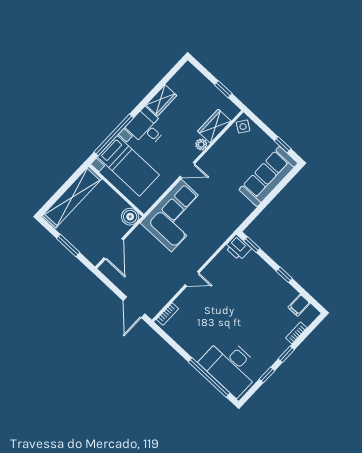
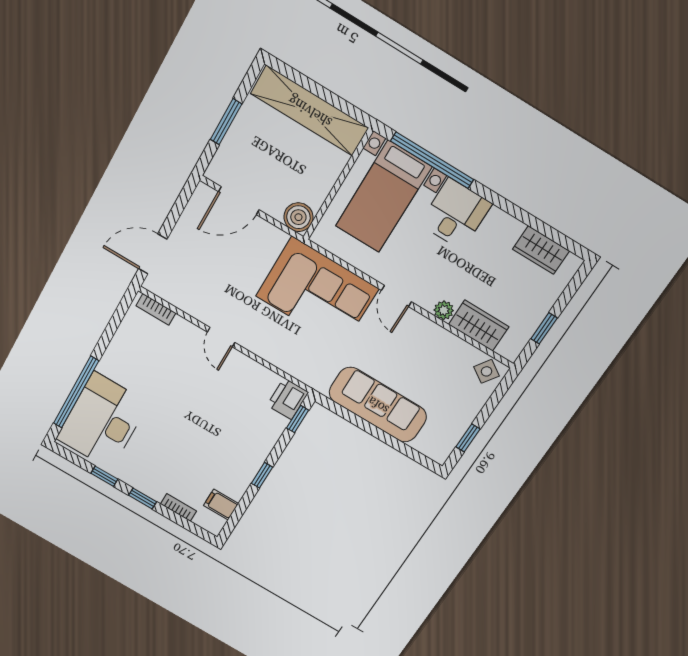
wardrobe: (161, 100) -> (541, 250), moved
sofa: (268, 177) -> (378, 405), moved

